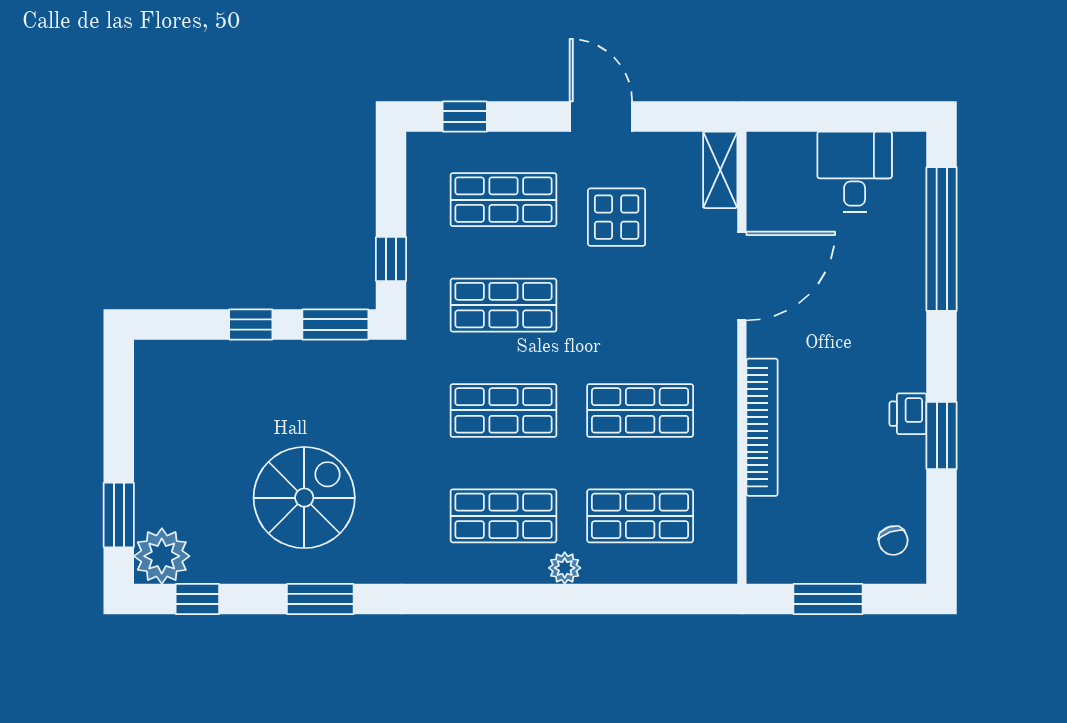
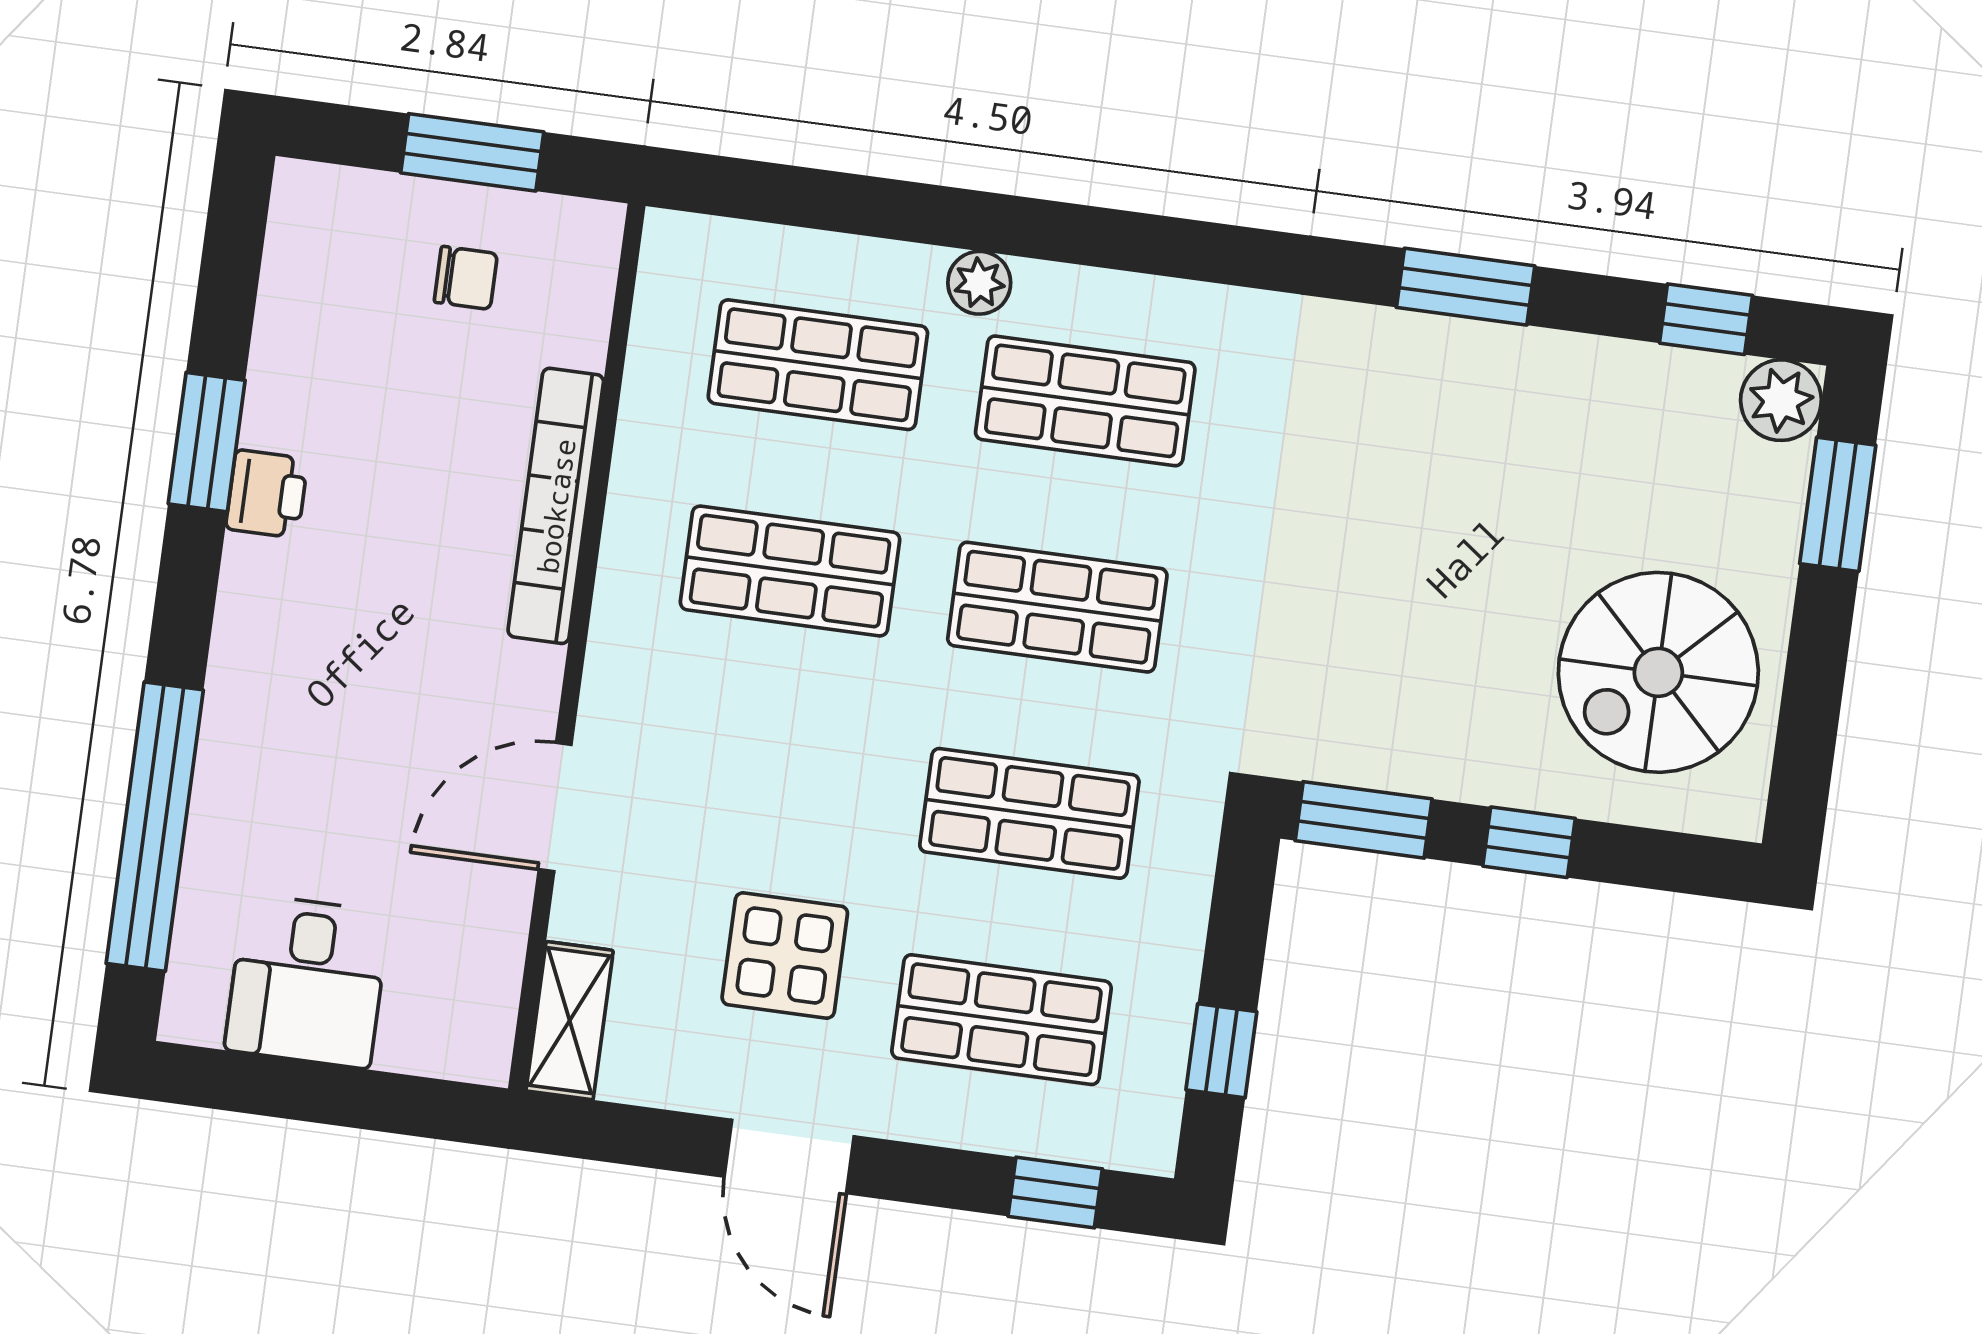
window: (391, 259) -> (1221, 1051), moved
door: (742, 276) -> (555, 807), width x0.73
spiral stairs: (304, 498) -> (1658, 672), moved
chair: (893, 541) -> (466, 278), moved, turned 110
plant: (162, 556) -> (1781, 400), width x0.73, depth x0.73

